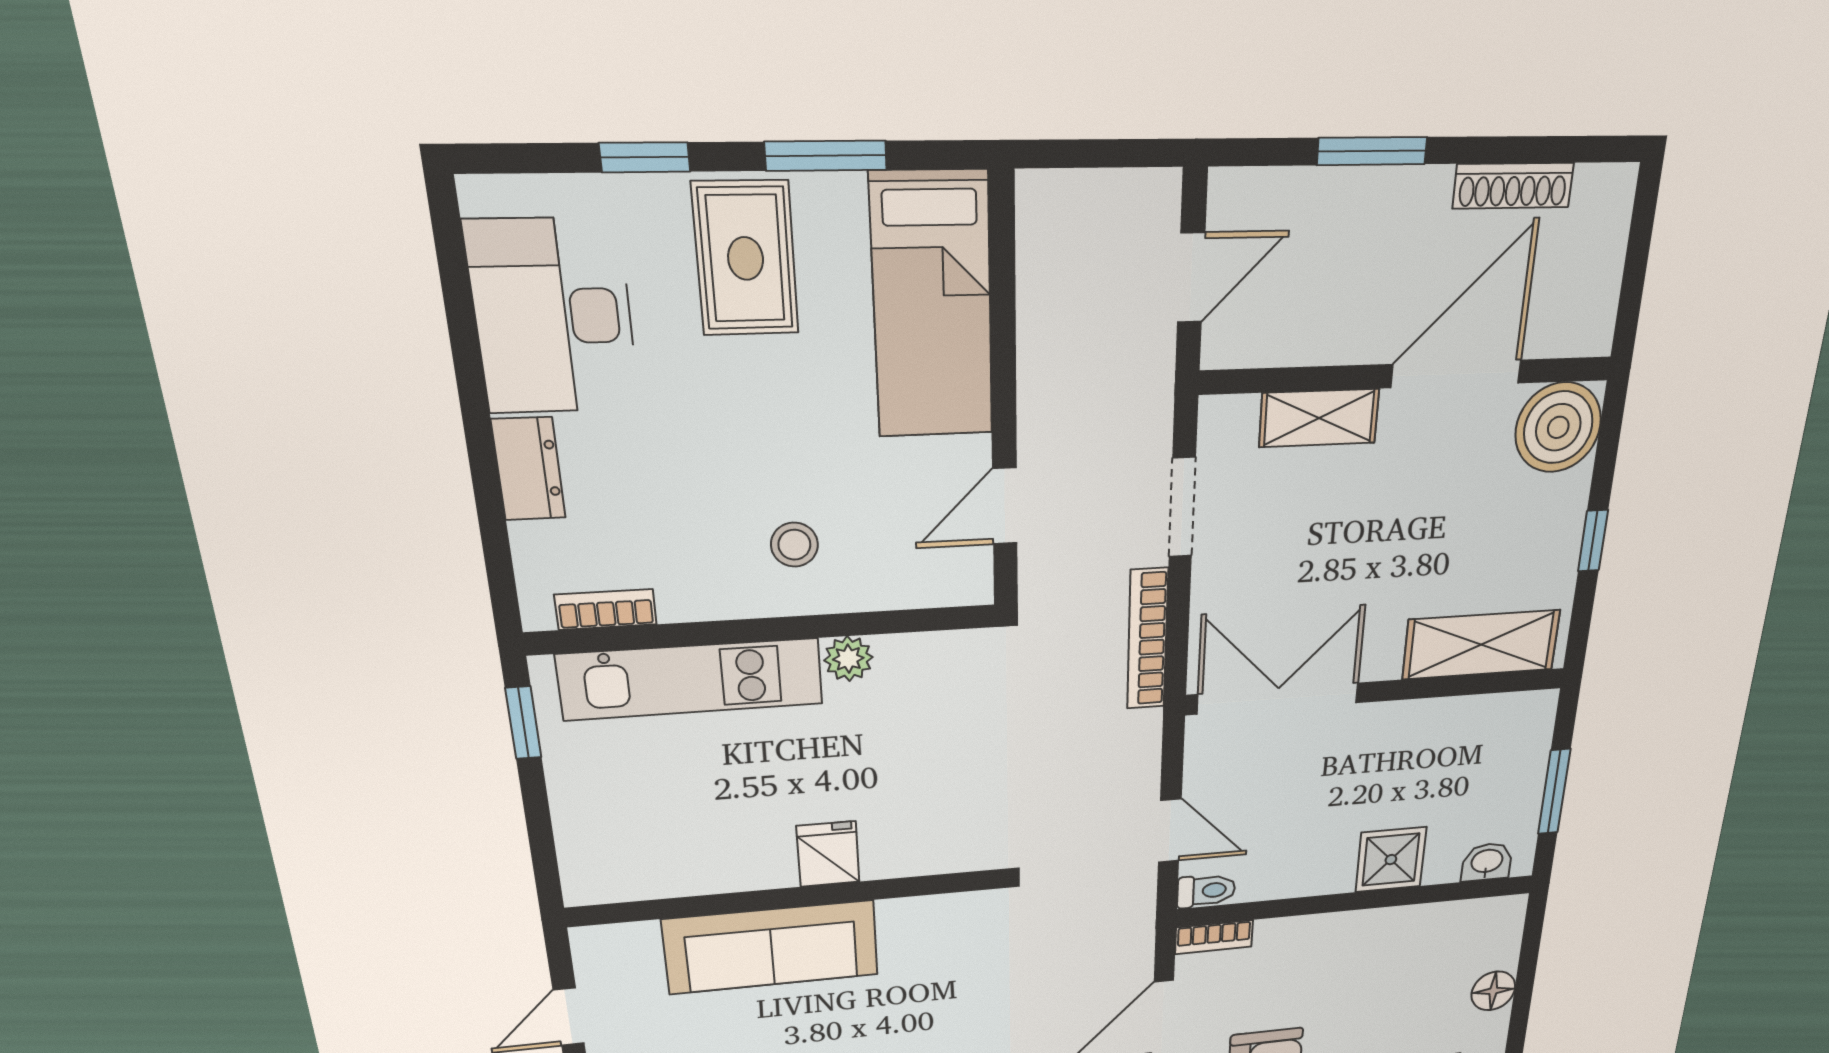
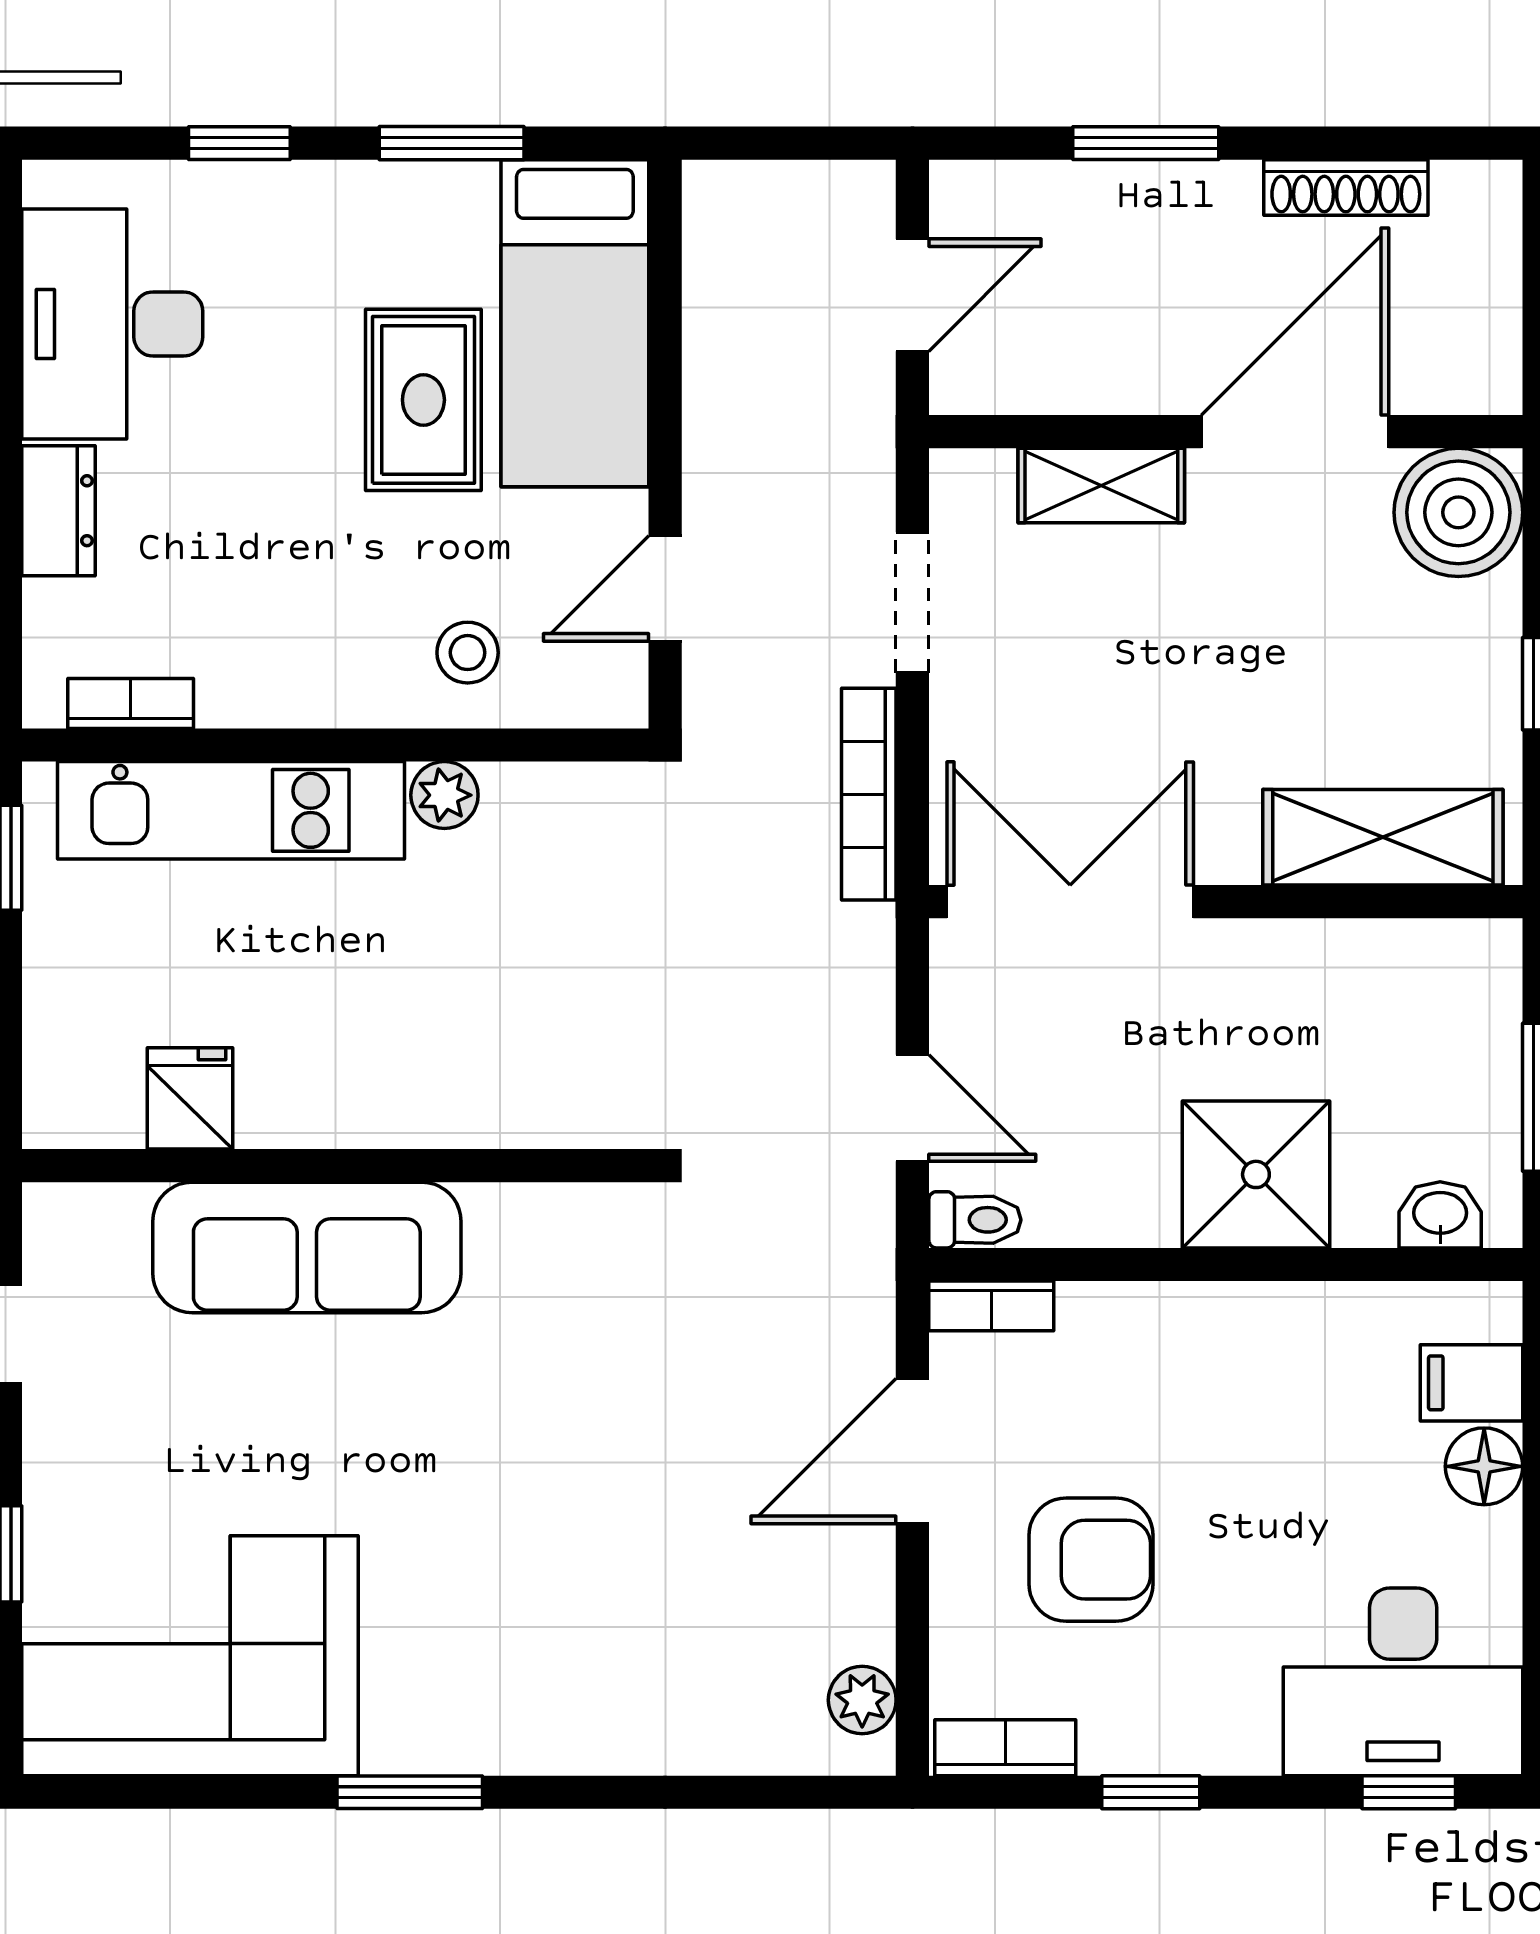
rug: (746, 258) -> (423, 400), moved
stool: (794, 545) -> (468, 653), moved
fridge: (828, 854) -> (190, 1098), moved
shower: (1391, 860) -> (1256, 1174), width x1.36, depth x1.36
filing cabinet: (1492, 949) -> (1472, 1383), added

